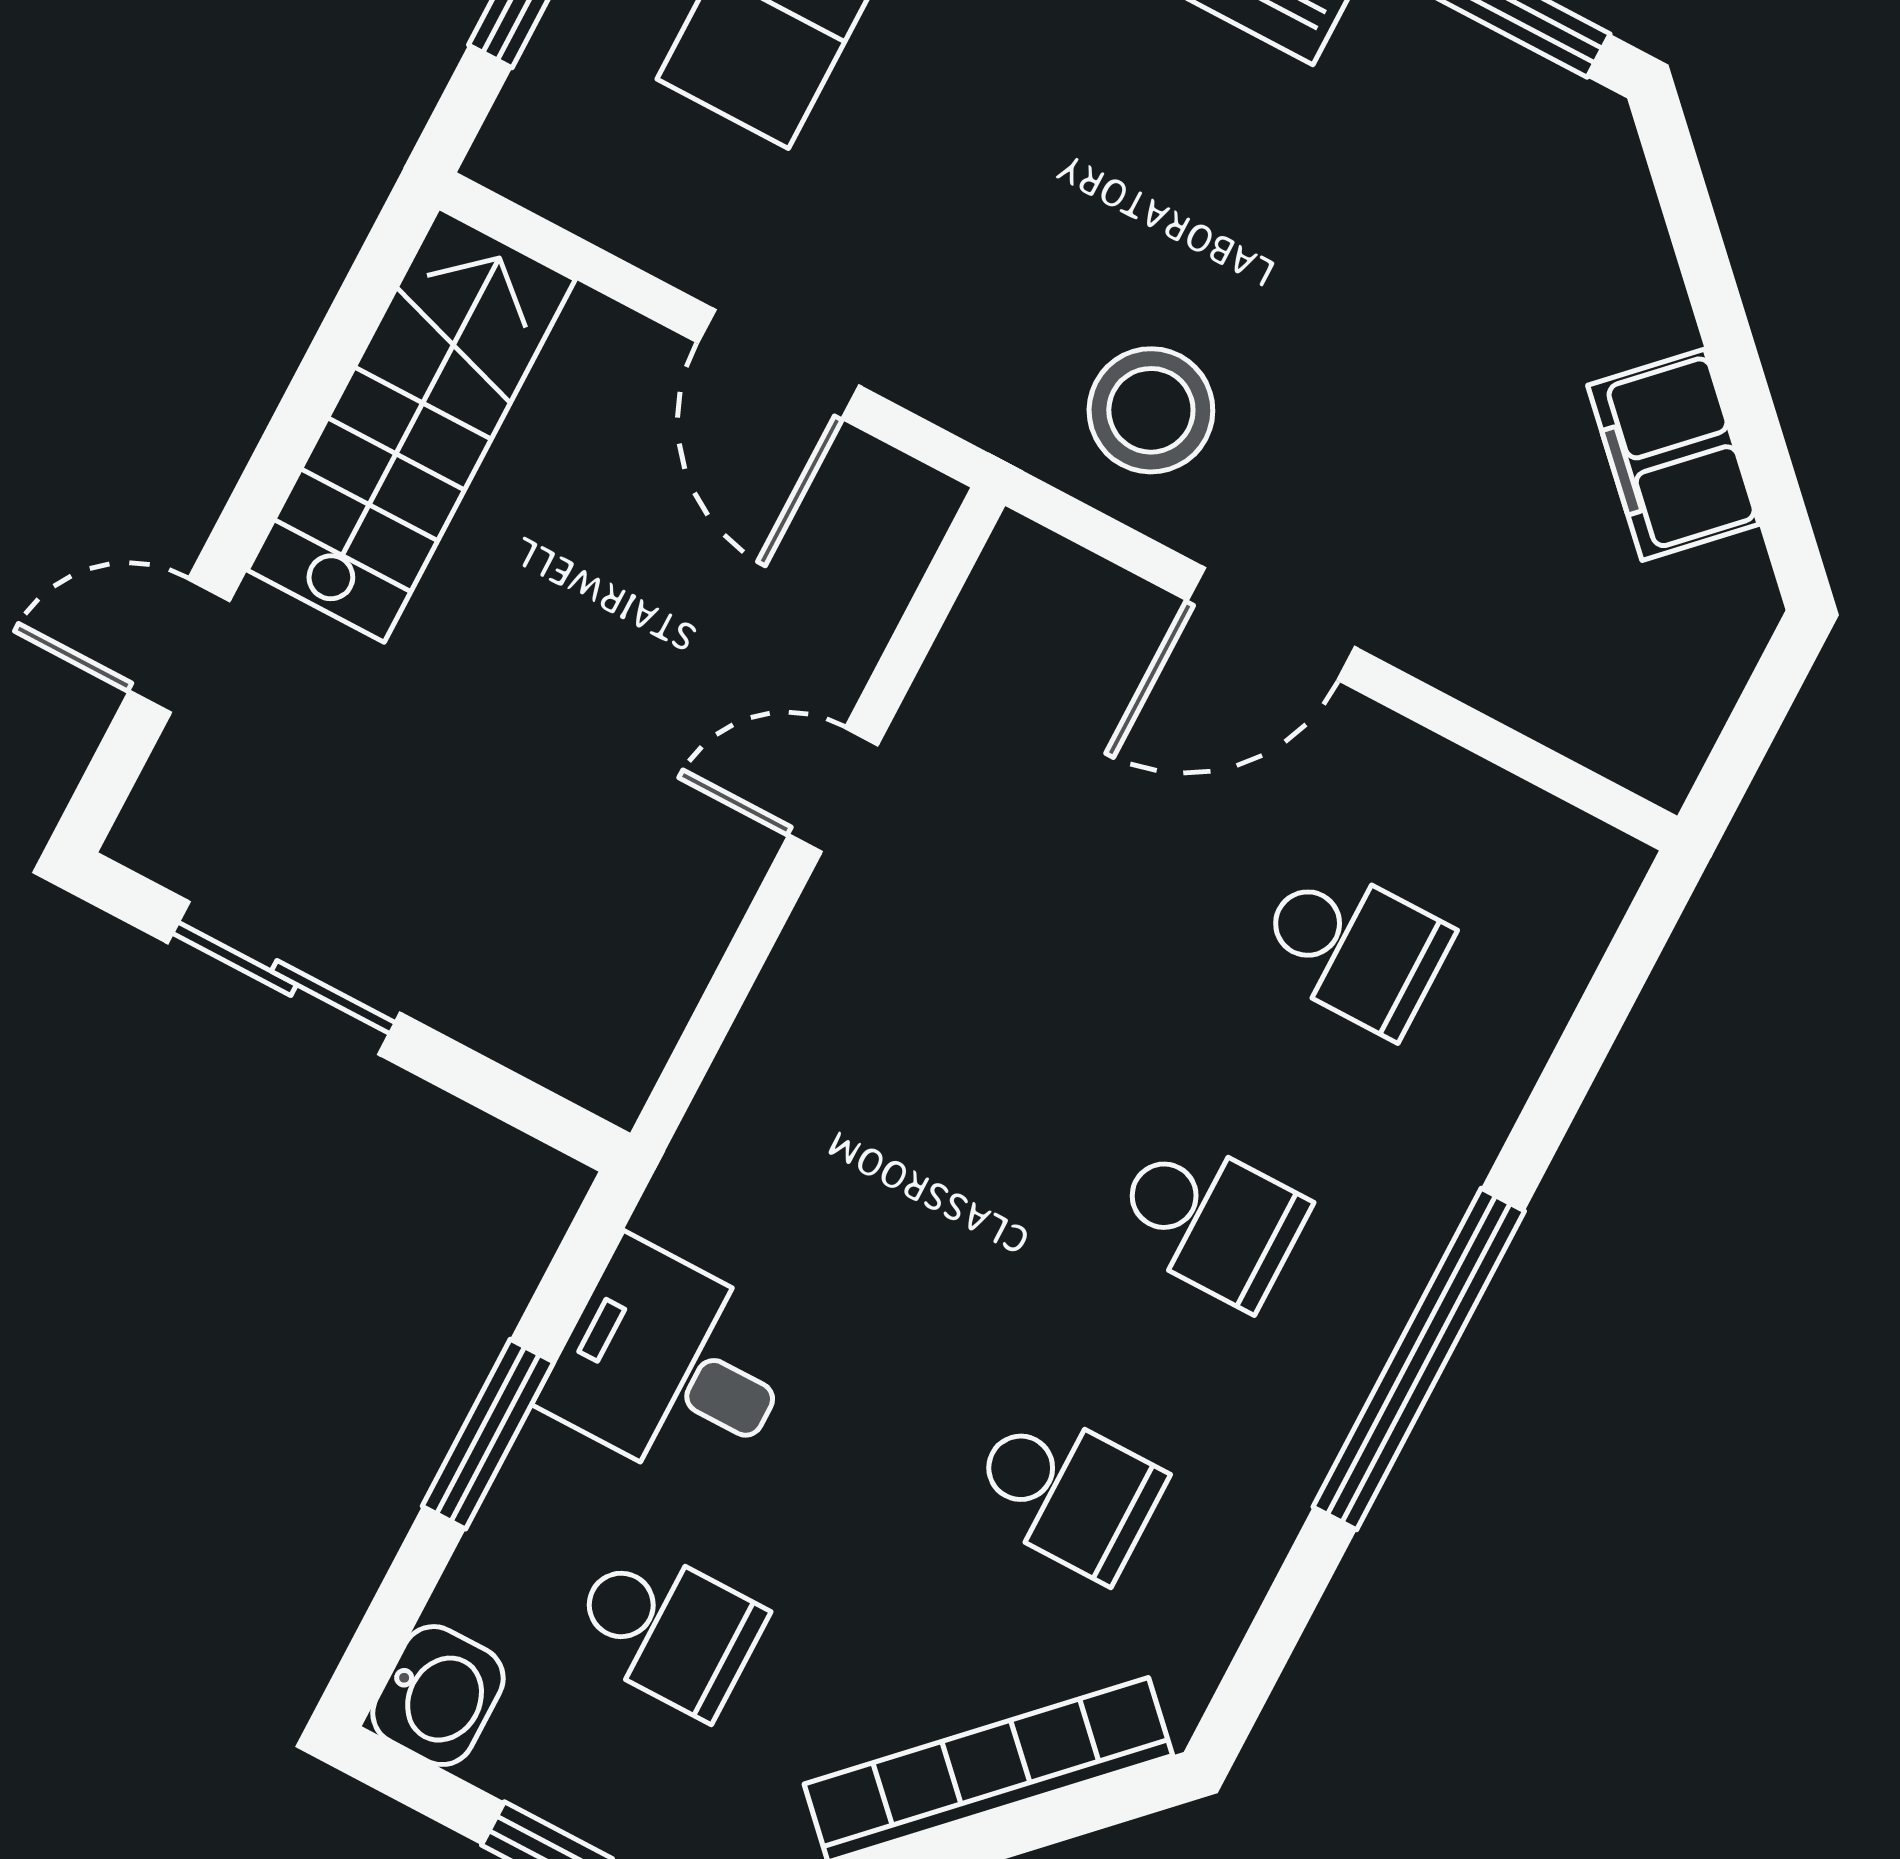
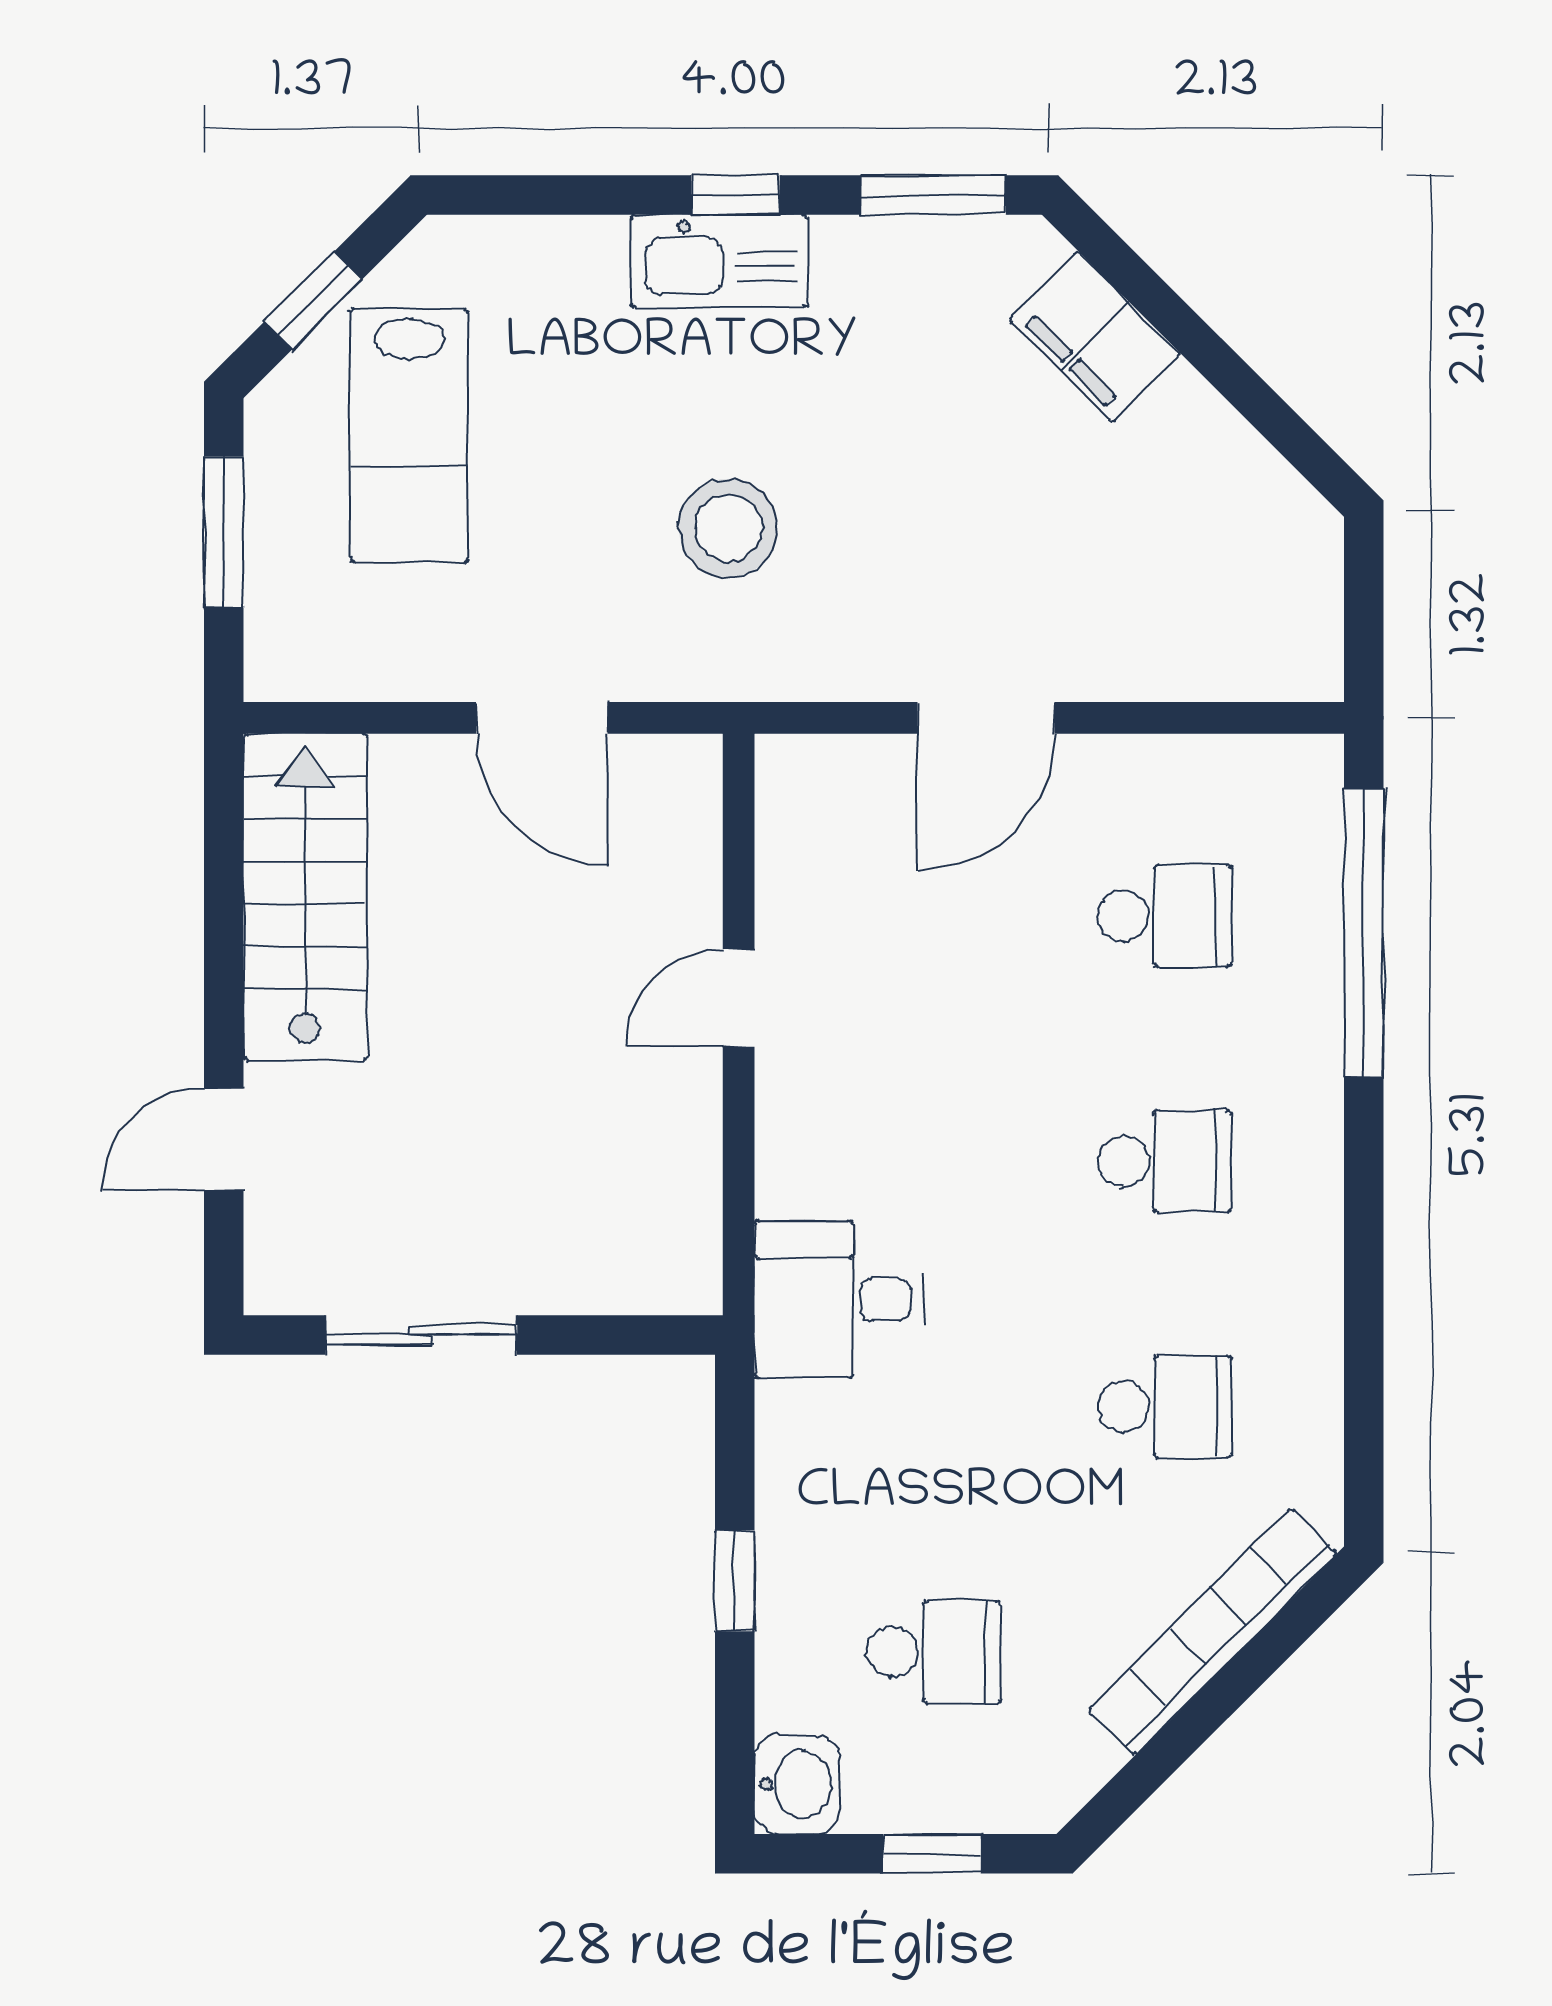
stool: (1151, 410) -> (728, 528), moved
filing cabinet: (1673, 455) -> (1095, 337), moved
window: (1419, 1359) -> (1364, 933), moved
desk: (671, 1367) -> (839, 1300), moved
window: (488, 1434) -> (735, 1581), width x0.67

